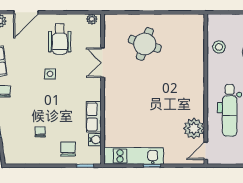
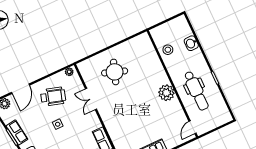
wheelchair: (60, 39) -> (53, 97), turned -73
plant: (194, 128) -> (166, 93), moved

